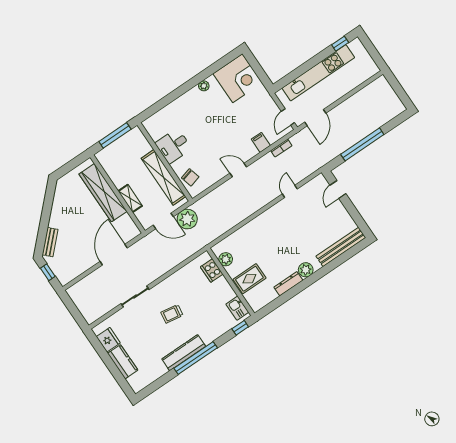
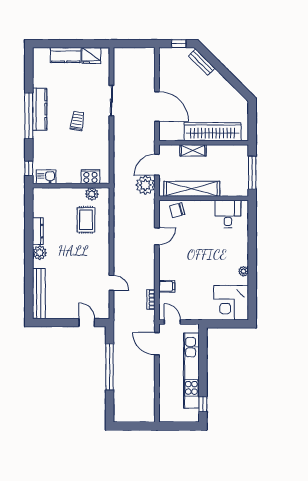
desk: (173, 146) -> (228, 214), moved
door: (238, 170) -> (157, 236), moved
rug: (249, 279) -> (86, 220), moved

